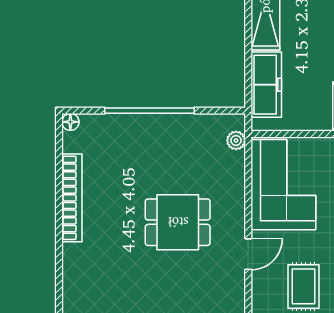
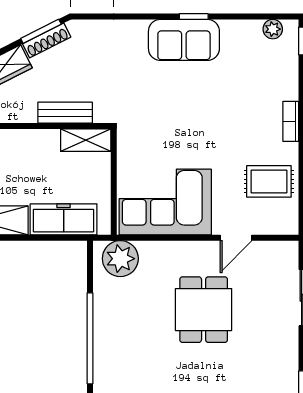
plant: (236, 140) -> (120, 259), width x1.88, depth x1.88
door: (248, 254) -> (236, 238), swing flipped

